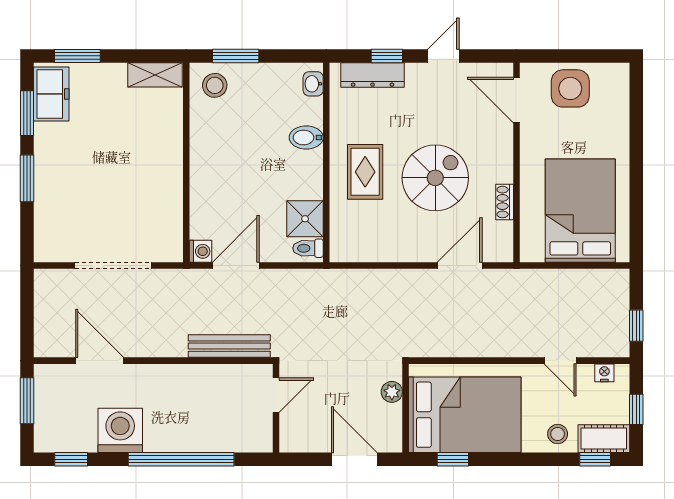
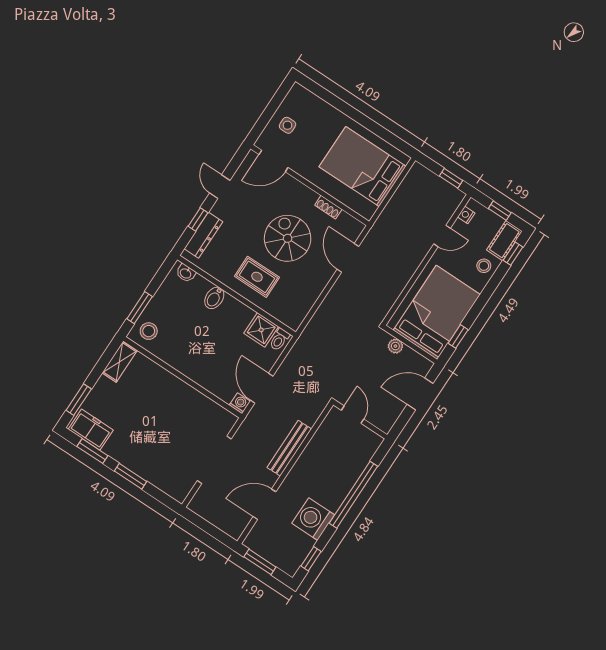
side table: (570, 88) -> (288, 125), width x0.54, depth x0.54
bench: (229, 346) -> (289, 448), moved

